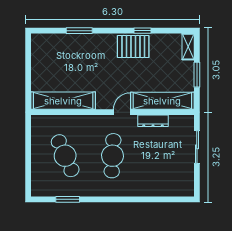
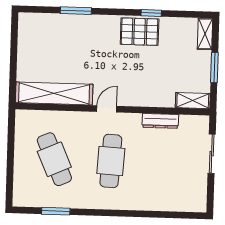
shelving: (162, 101) -> (193, 101), width x0.45, depth x0.75
door: (122, 112) -> (107, 109), moved

